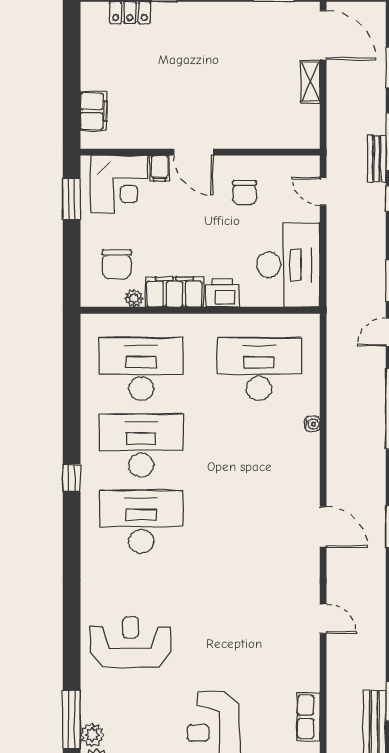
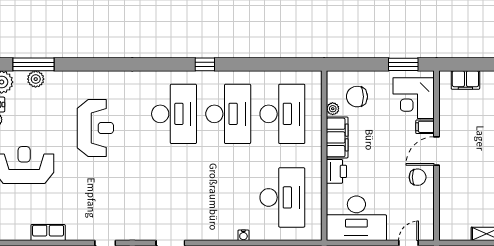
chair: (244, 193) -> (418, 177), moved, turned 180
reception desk: (131, 642) -> (95, 128), moved
row of seats: (308, 717) -> (48, 233), moved
plant: (92, 735) -> (36, 79), moved

